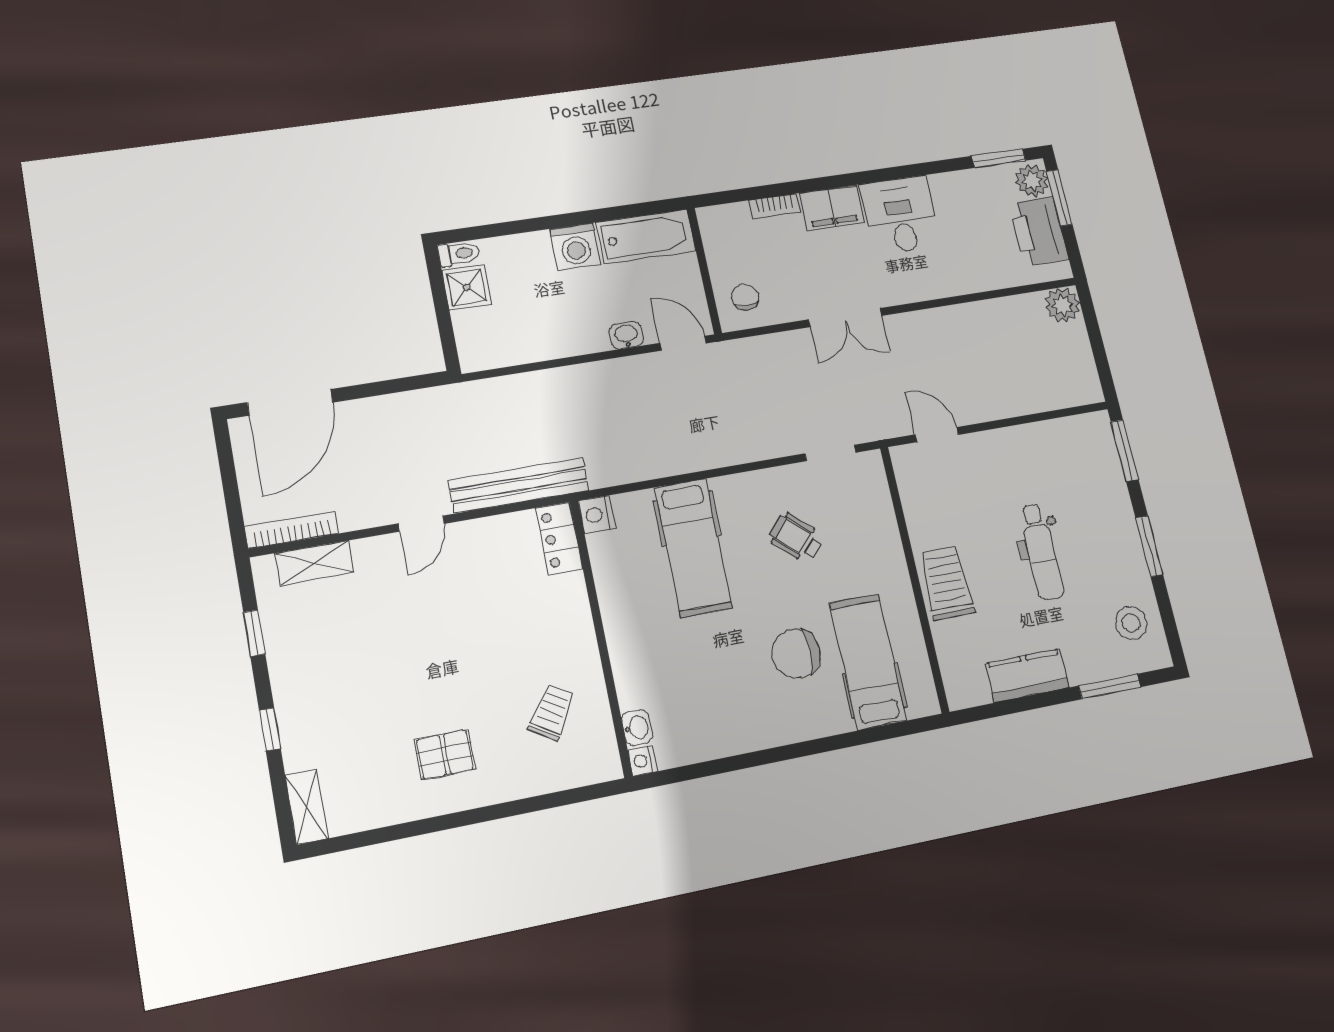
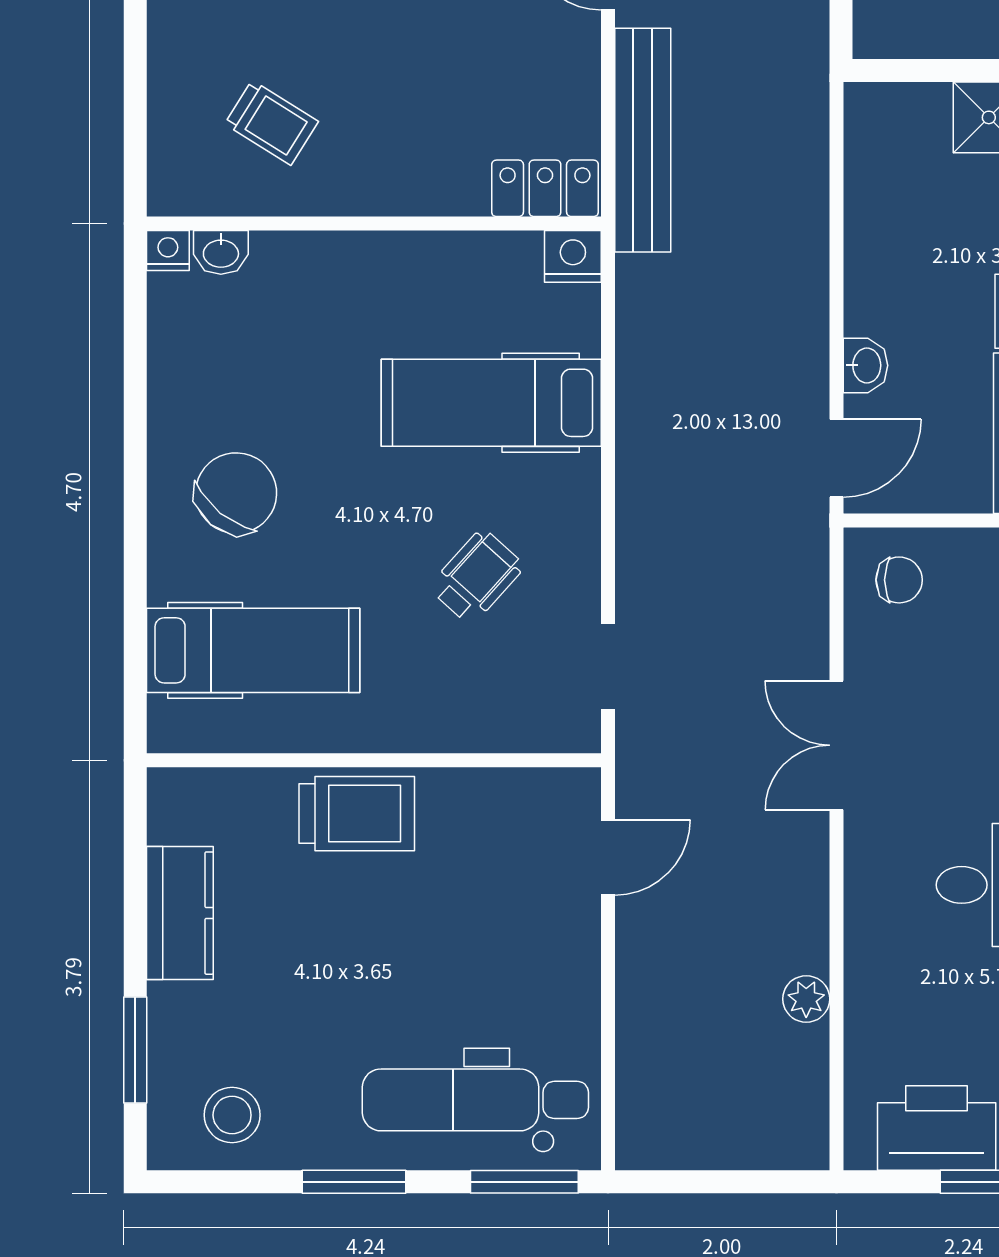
plant: (1062, 305) -> (806, 999), moved, width x0.73, depth x0.73
dental chair: (1041, 552) -> (475, 1100), moved, width x1.36, depth x1.38
chair: (796, 654) -> (236, 493), moved, turned 39

